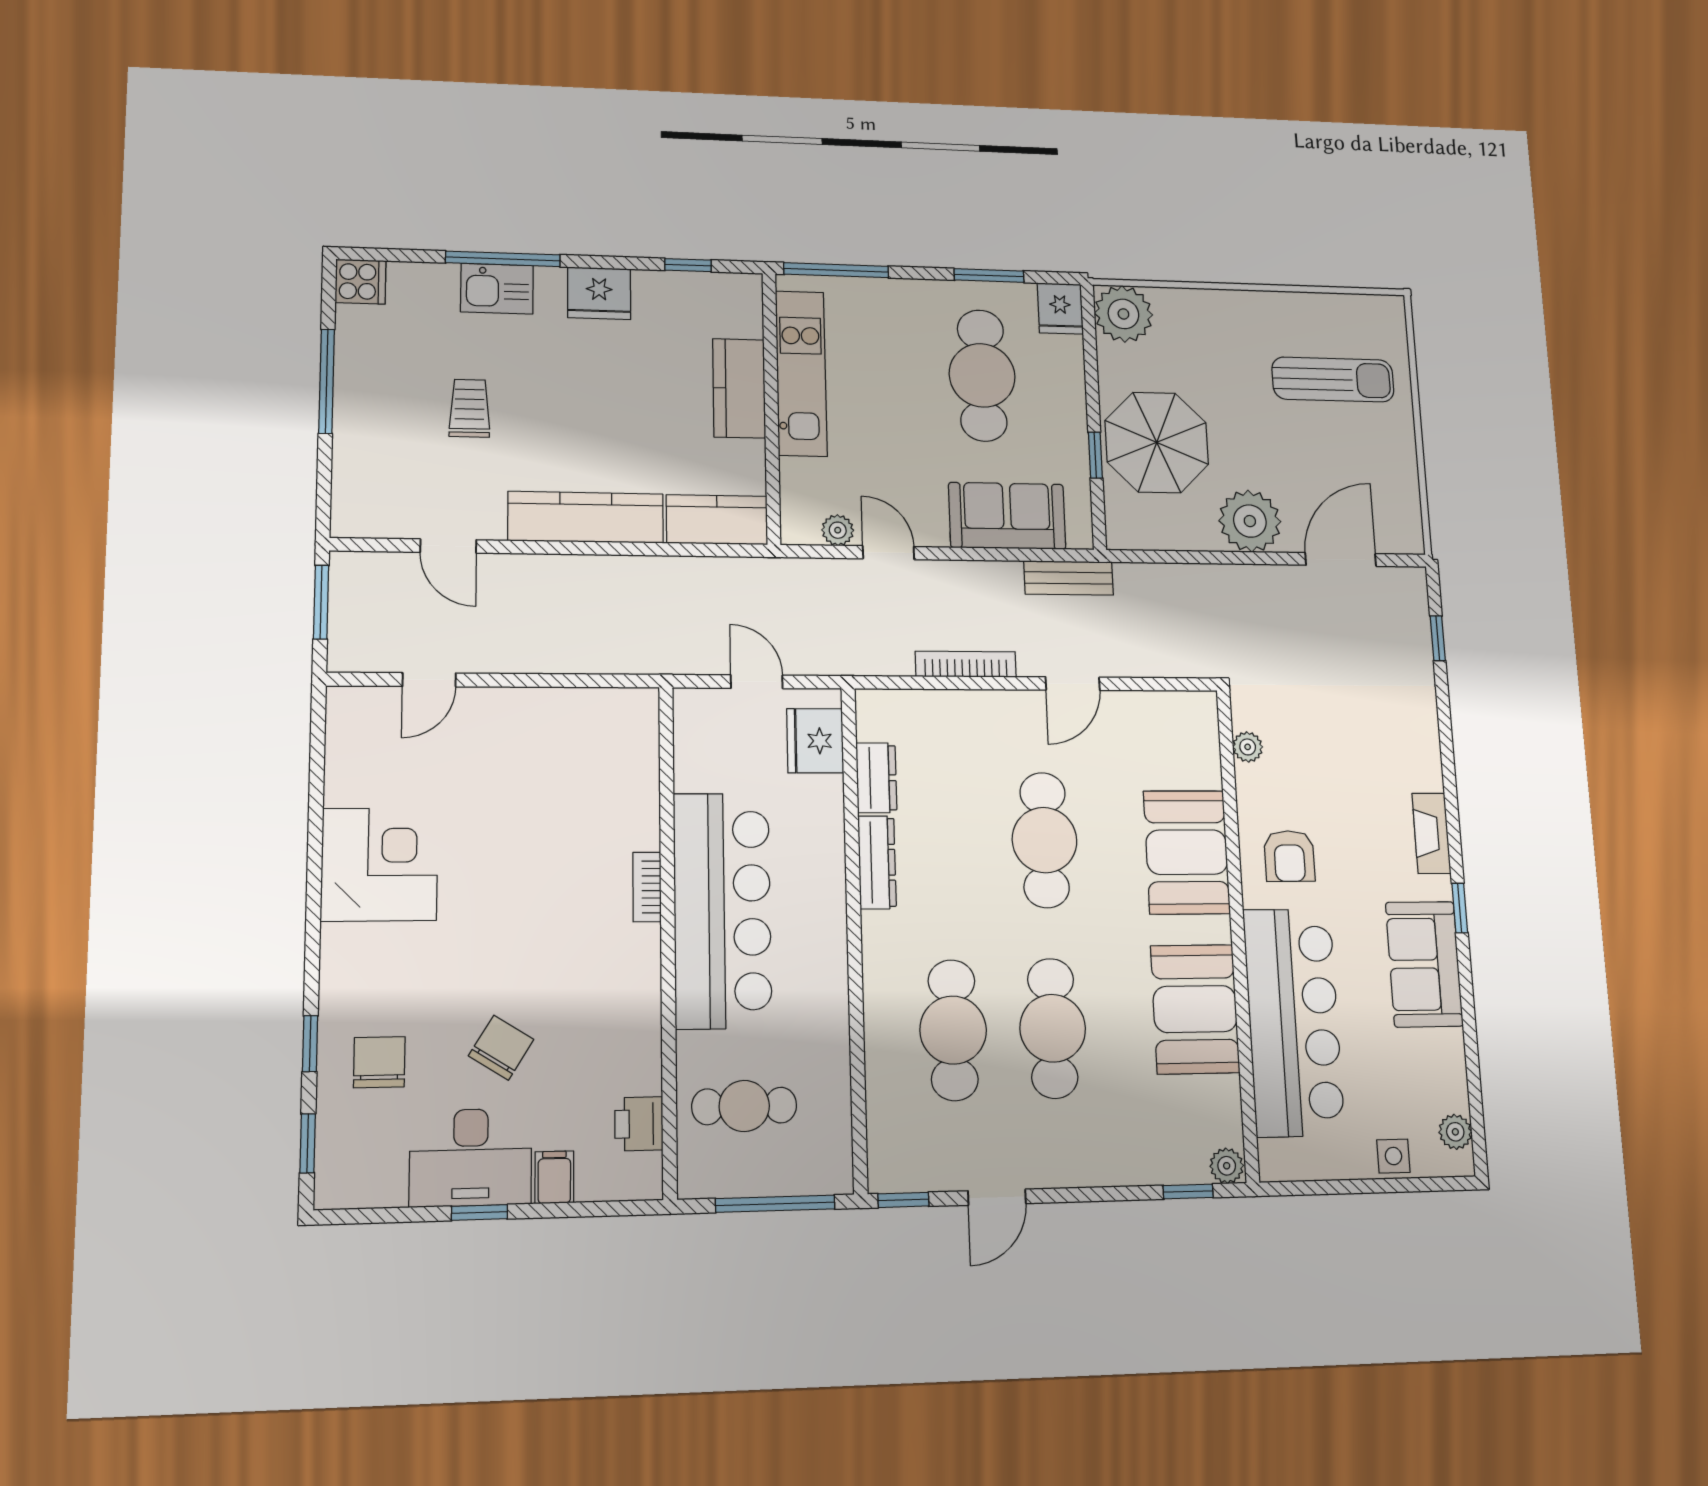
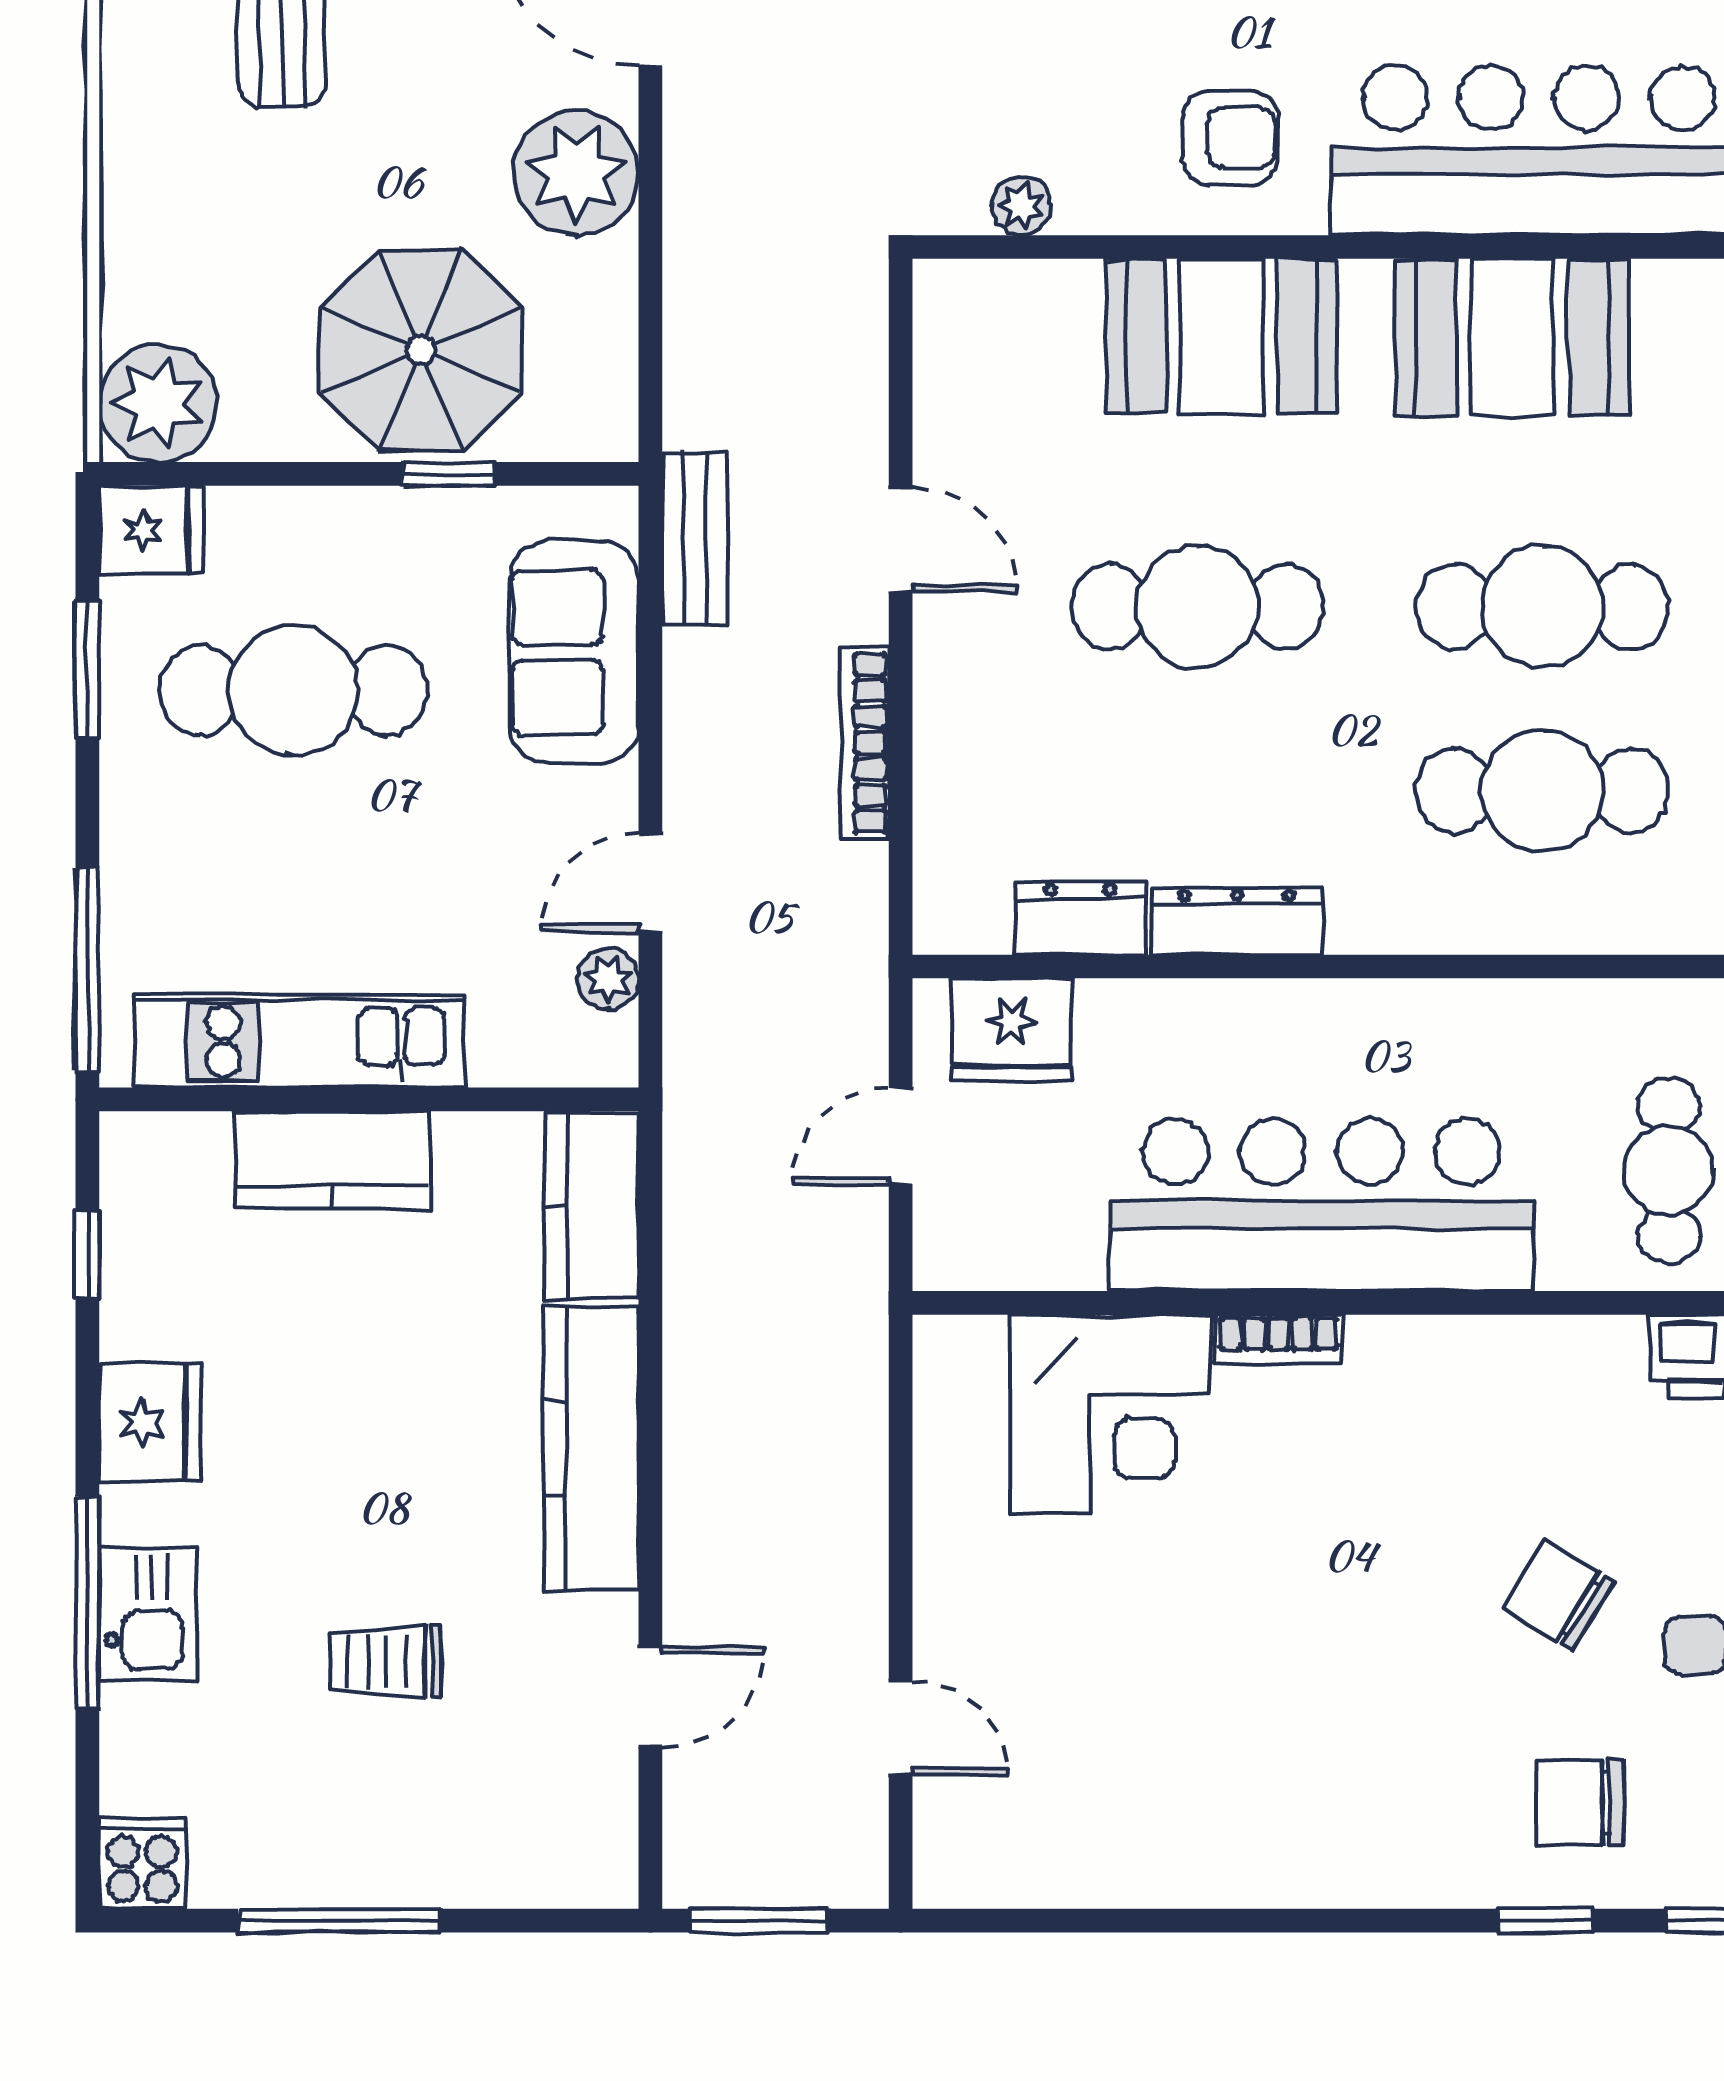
corner desk: (380, 864) -> (1110, 1414), moved, turned 180

